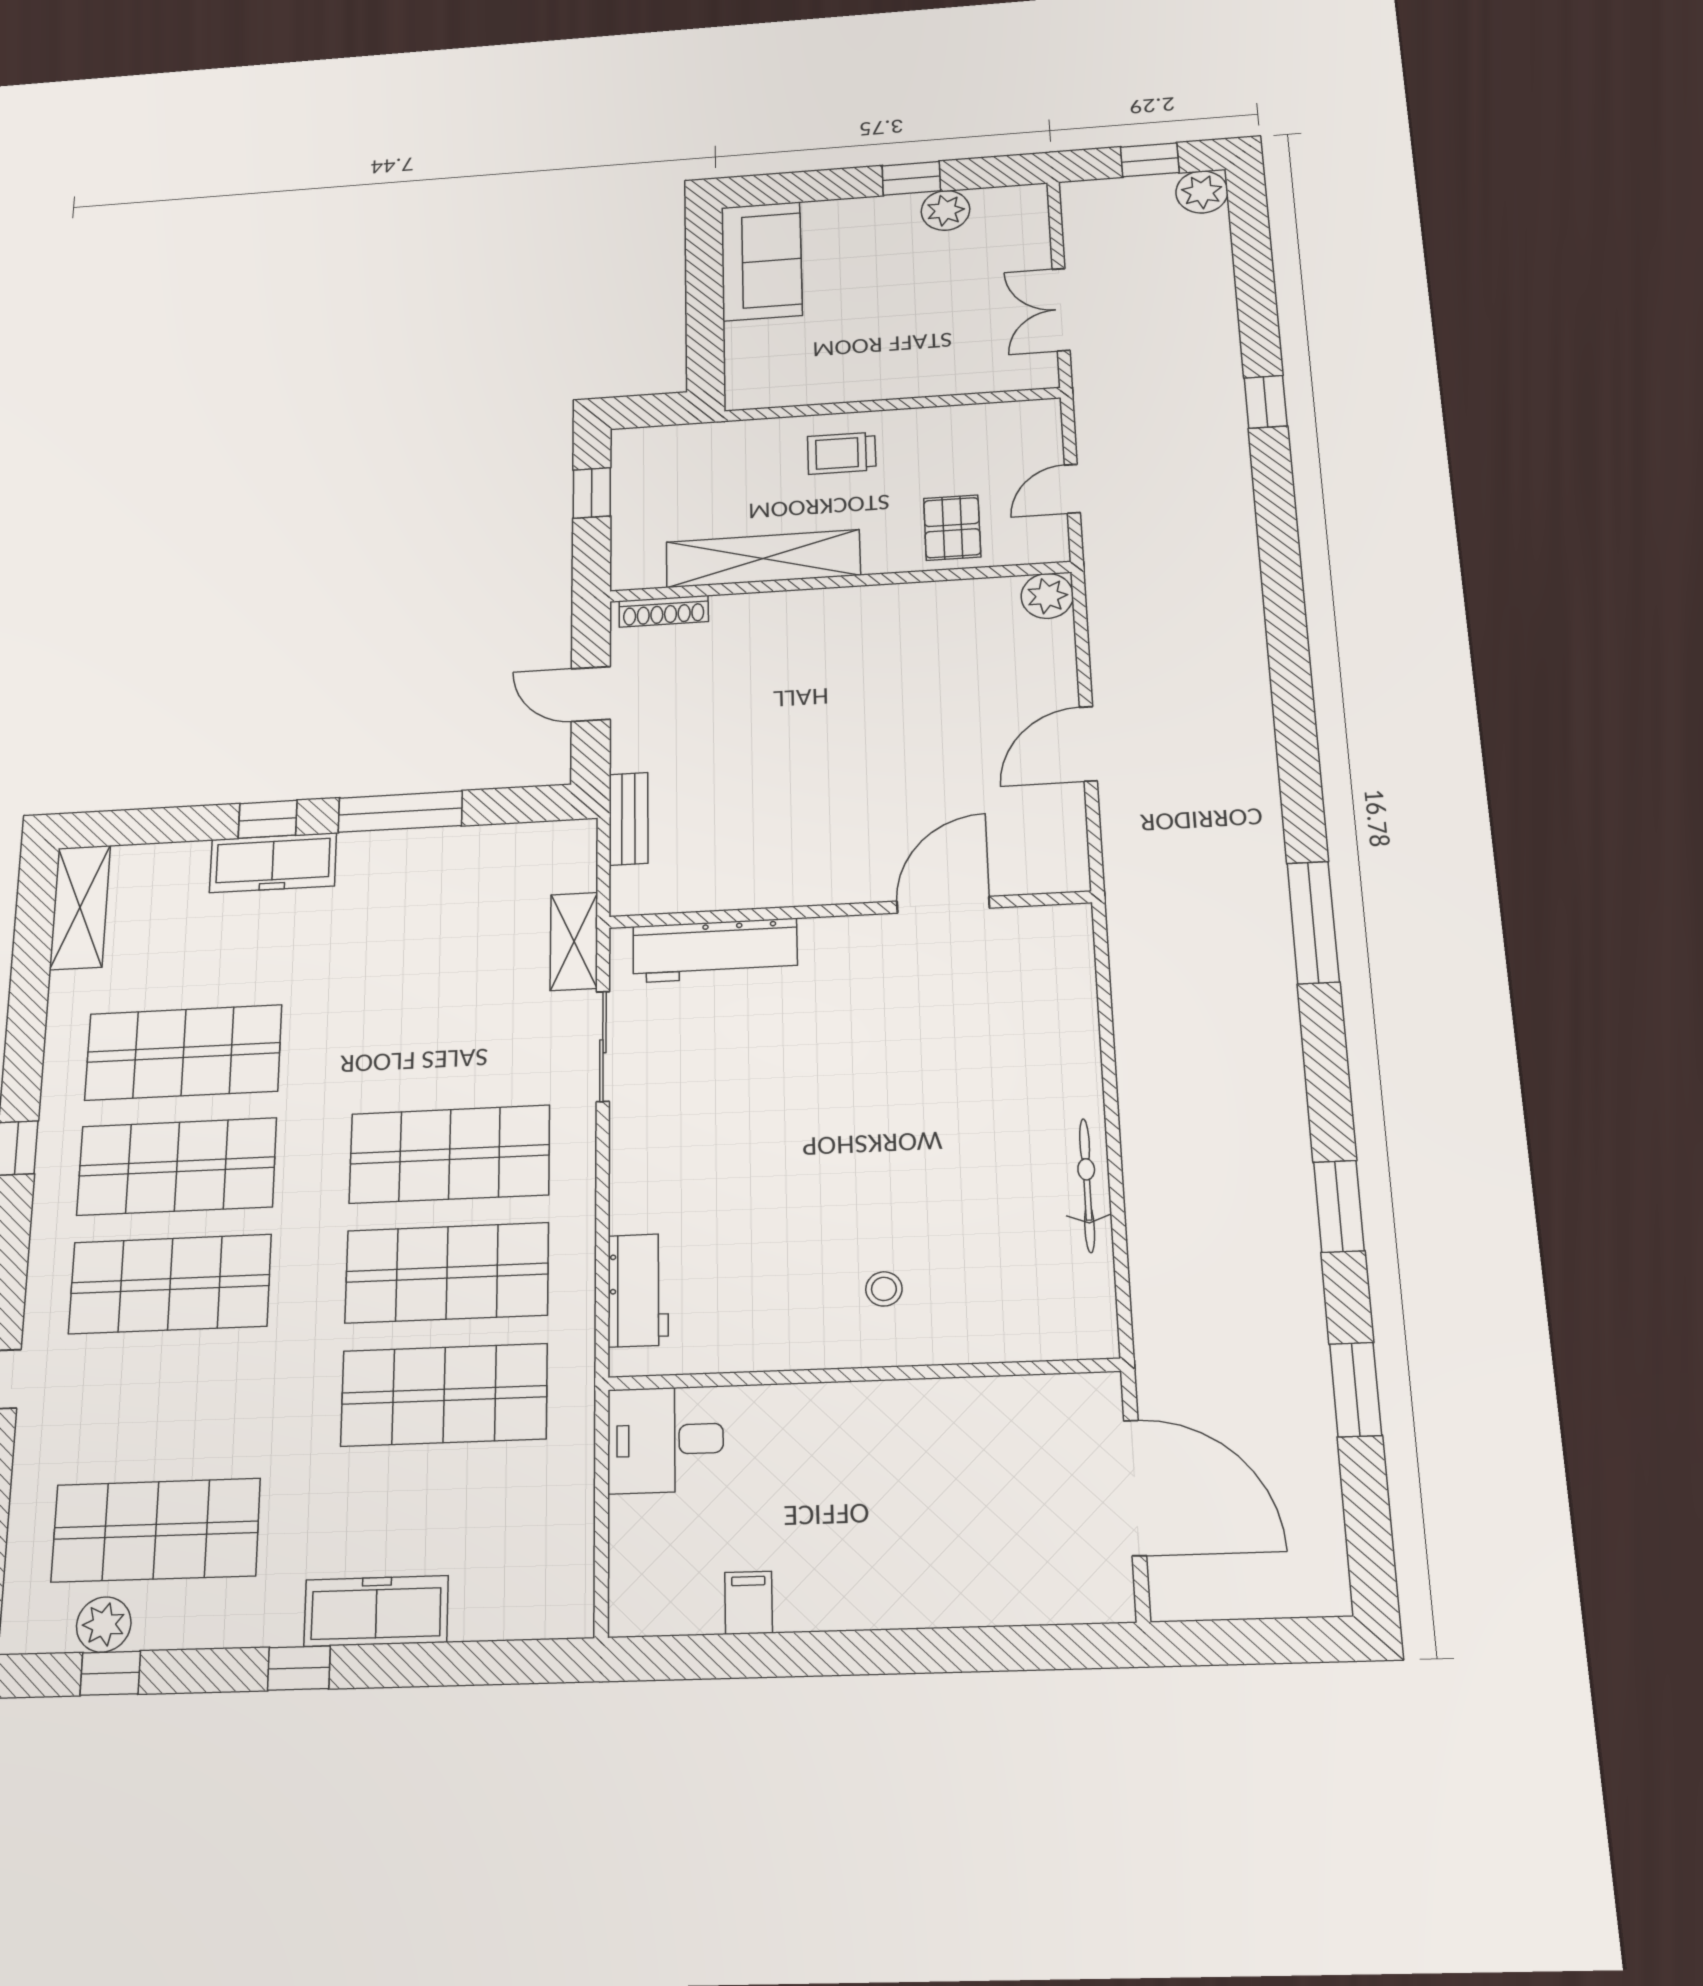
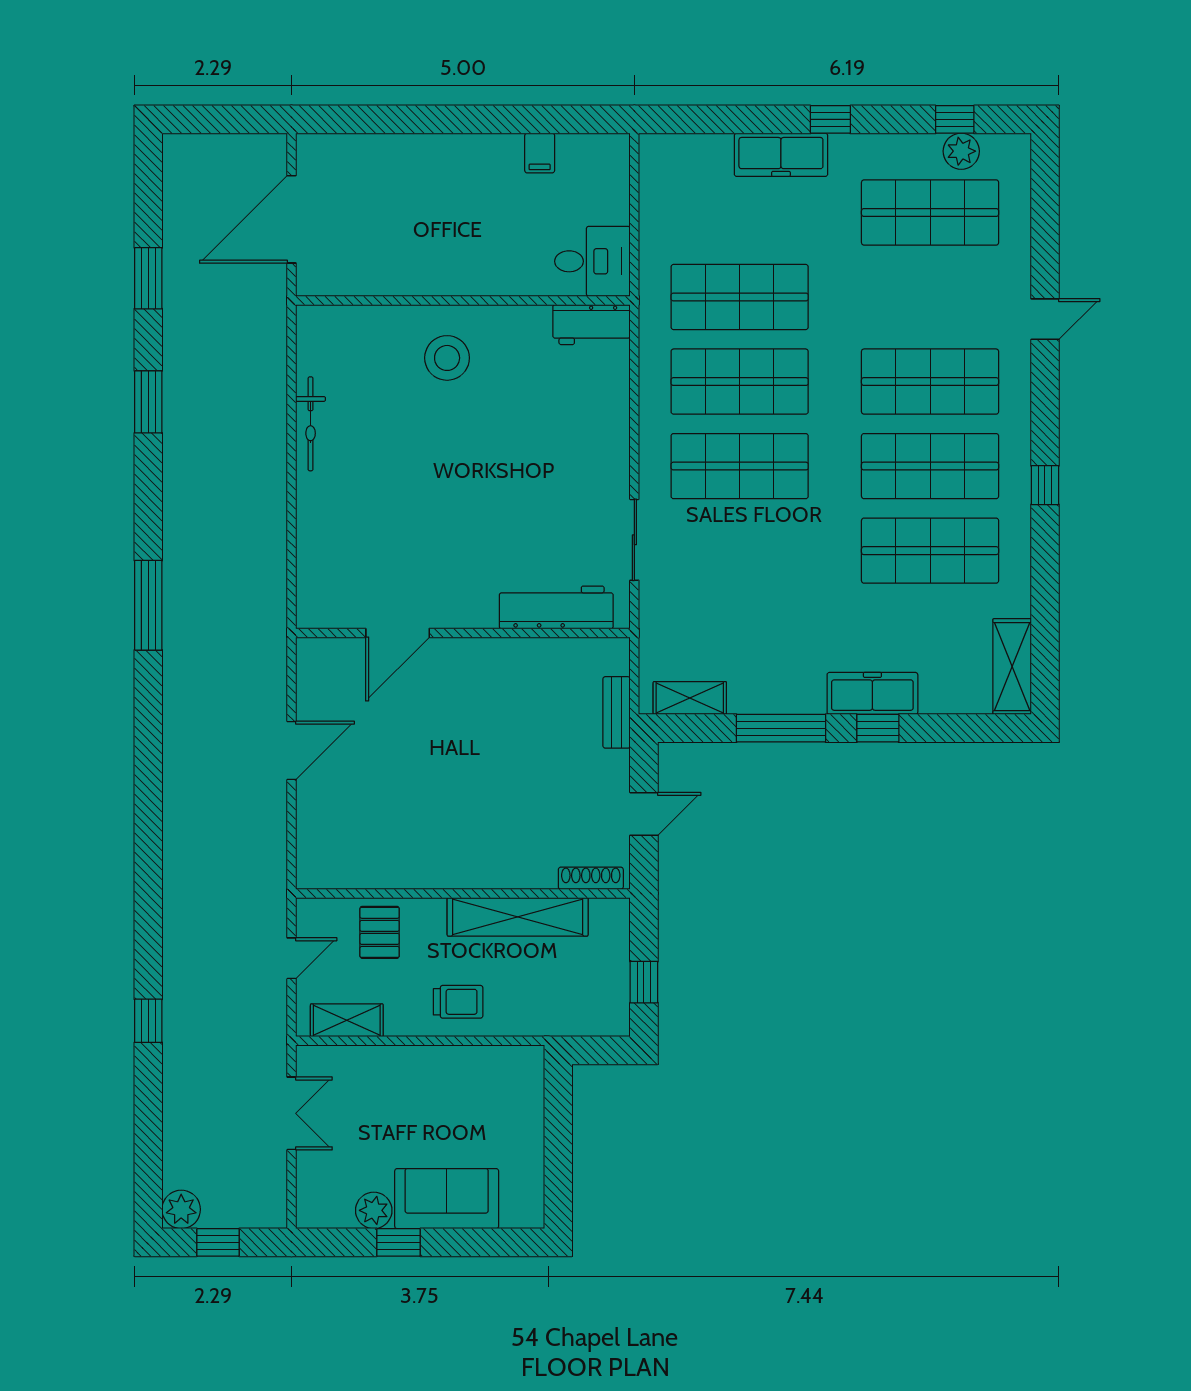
sofa: (762, 261) -> (447, 1199), moved, turned 90
shelving: (992, 421) -> (347, 1020), added
plant: (1047, 596) -> (314, 871), removed
door: (591, 694) -> (644, 814), hinge flipped
shelving: (574, 941) -> (690, 698), moved, turned 90
stool: (884, 1289) -> (447, 358), width x1.89, depth x1.89
workbench: (638, 1290) -> (592, 325), moved, turned -90
door: (1135, 1488) -> (292, 219), hinge flipped

